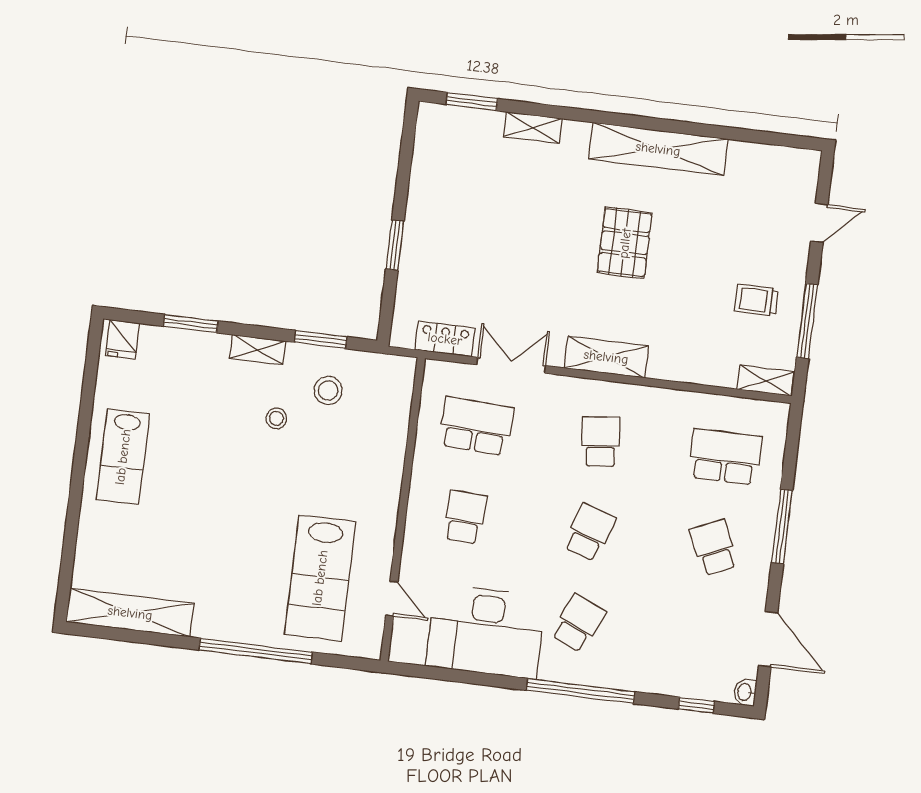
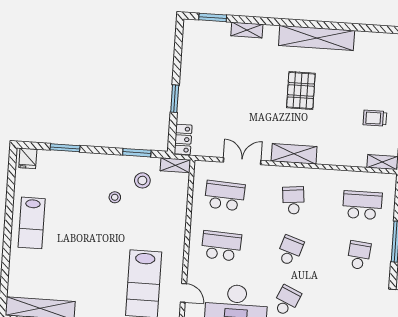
locker: (445, 339) -> (183, 139), moved, turned 90
shelving: (258, 350) -> (175, 165), moved
school desk: (465, 517) -> (221, 246), width x1.85
school desk: (714, 548) -> (359, 255), turned 30

